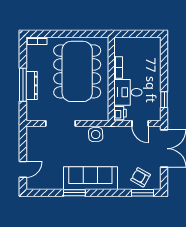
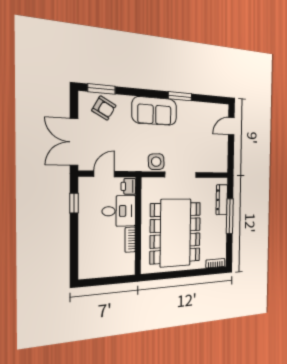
dresser: (32, 85) -> (222, 200), moved
doorway: (61, 123) -> (181, 175), moved
door: (140, 123) -> (104, 174), hinge flipped
sofa: (90, 178) -> (154, 111), width x0.73

